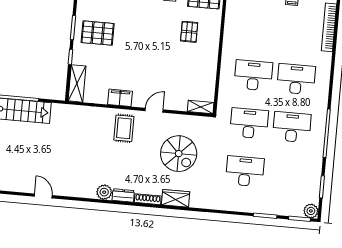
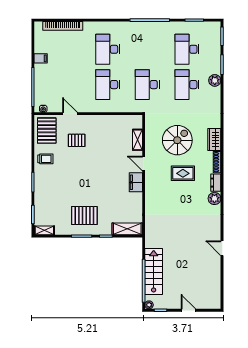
door: (222, 27) -> (70, 114), added
pallet: (98, 33) -> (84, 215), turned 90
filing cabinet: (120, 98) -> (136, 182), moved
shelving: (201, 107) -> (138, 140), moved
desk: (292, 127) -> (187, 49), moved
rug: (124, 128) -> (183, 173), moved
door: (43, 196) -> (222, 248), hinge flipped
plant: (311, 211) -> (215, 80), moved

